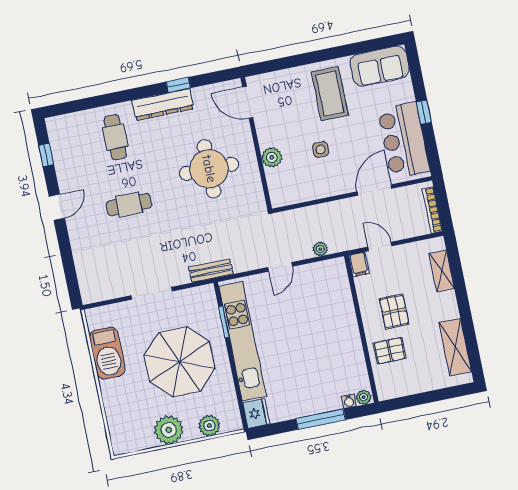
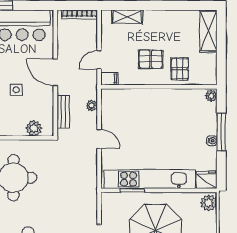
plant: (272, 157) -> (34, 128), moved
door: (374, 190) -> (55, 72), moved
bench: (211, 271) -> (63, 112), moved
shelving: (455, 347) -> (208, 31), moved, turned 90
water cooler: (349, 401) -> (212, 141), moved
plant: (209, 426) -> (209, 203), moved

